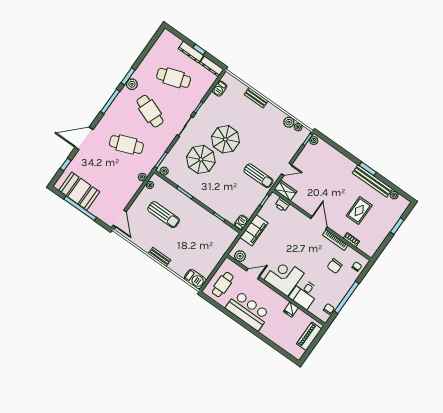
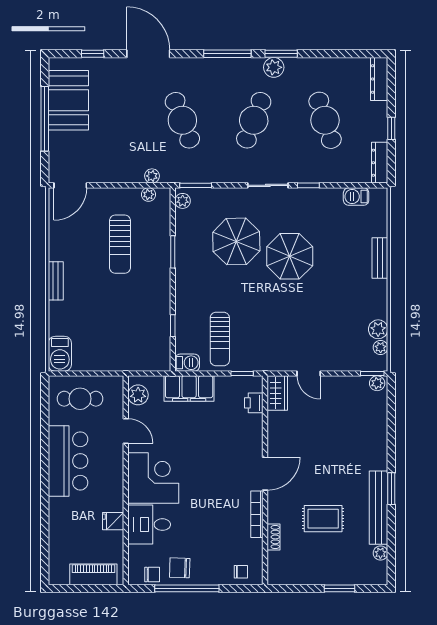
dresser: (191, 52) -> (379, 79), moved
sun lounger: (258, 176) -> (220, 339), moved
chair: (335, 266) -> (180, 568), moved

